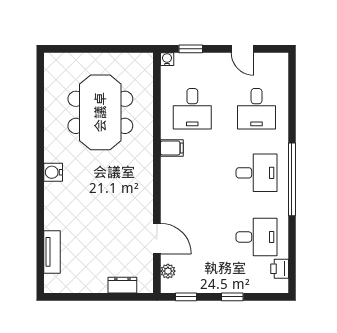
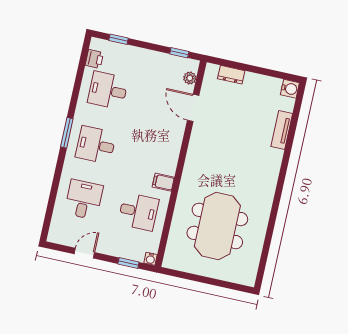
door: (242, 49) -> (84, 253), hinge flipped
desk: (192, 109) -> (138, 212), turned 90
water cooler: (53, 172) -> (290, 89), moved
window: (292, 179) -> (67, 133), width x0.47
tv unit: (52, 252) -> (282, 130), moved
window: (232, 297) -> (119, 39), moved

